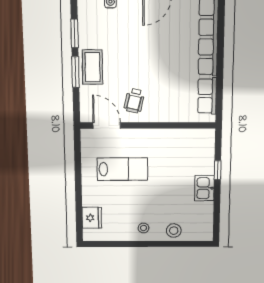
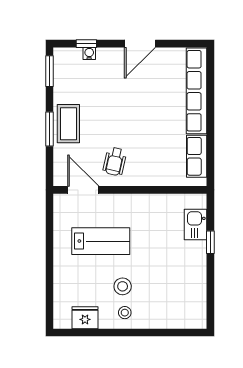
window: (75, 33) -> (49, 71), moved
kitchen sink: (204, 188) -> (196, 224), moved
fridge: (92, 218) -> (85, 318), moved, turned -90
stool: (174, 231) -> (123, 286), moved

